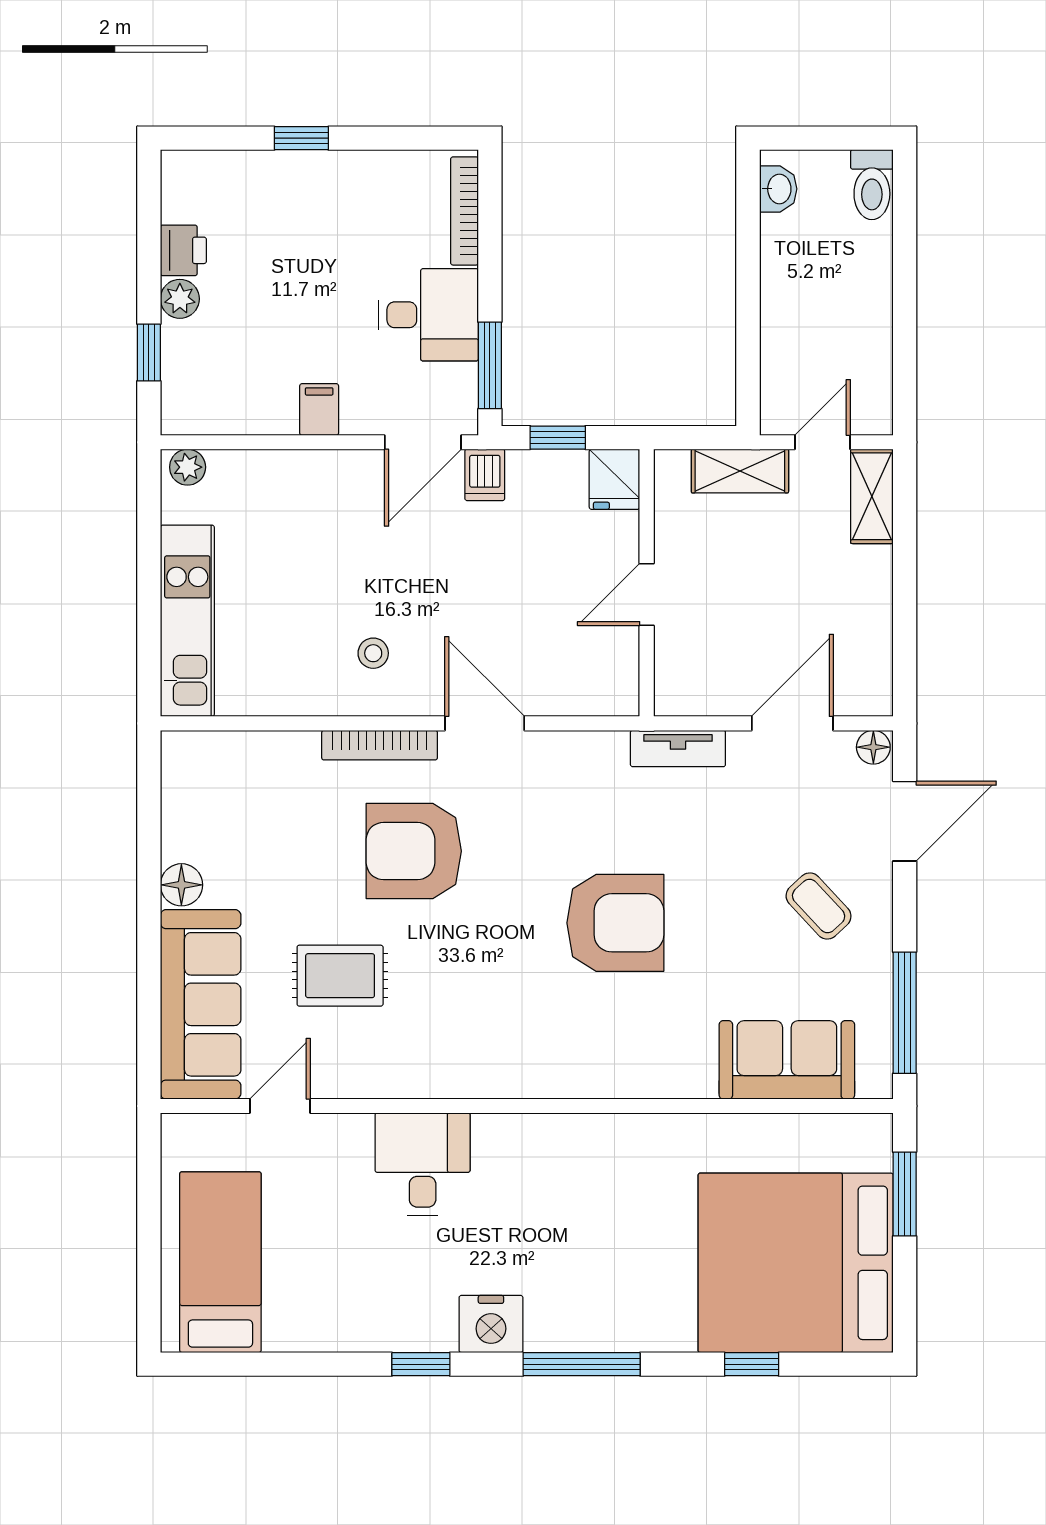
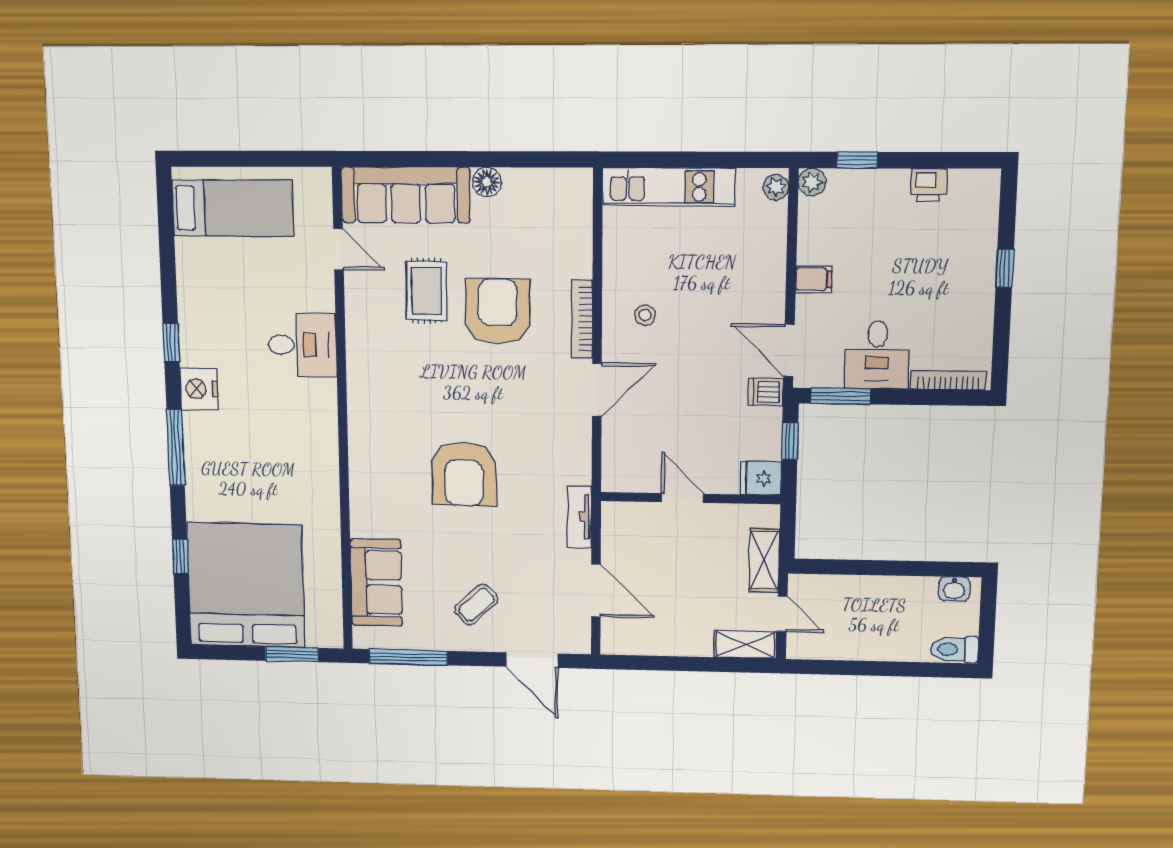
plant: (180, 299) -> (812, 182), moved
floor lamp: (873, 747) -> (580, 642), removed
armchair: (414, 851) -> (498, 311), moved

